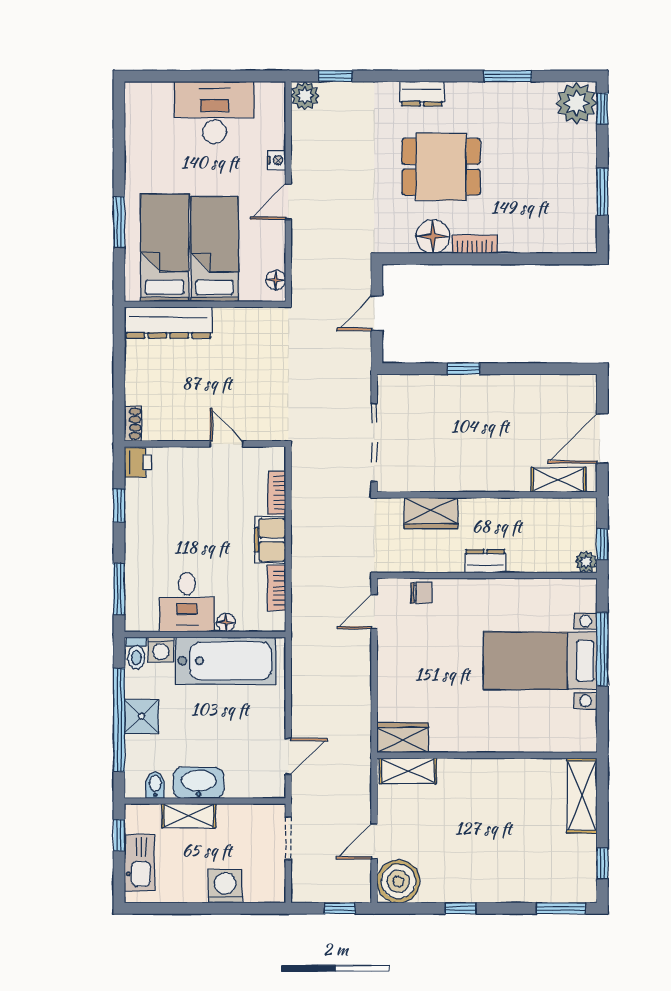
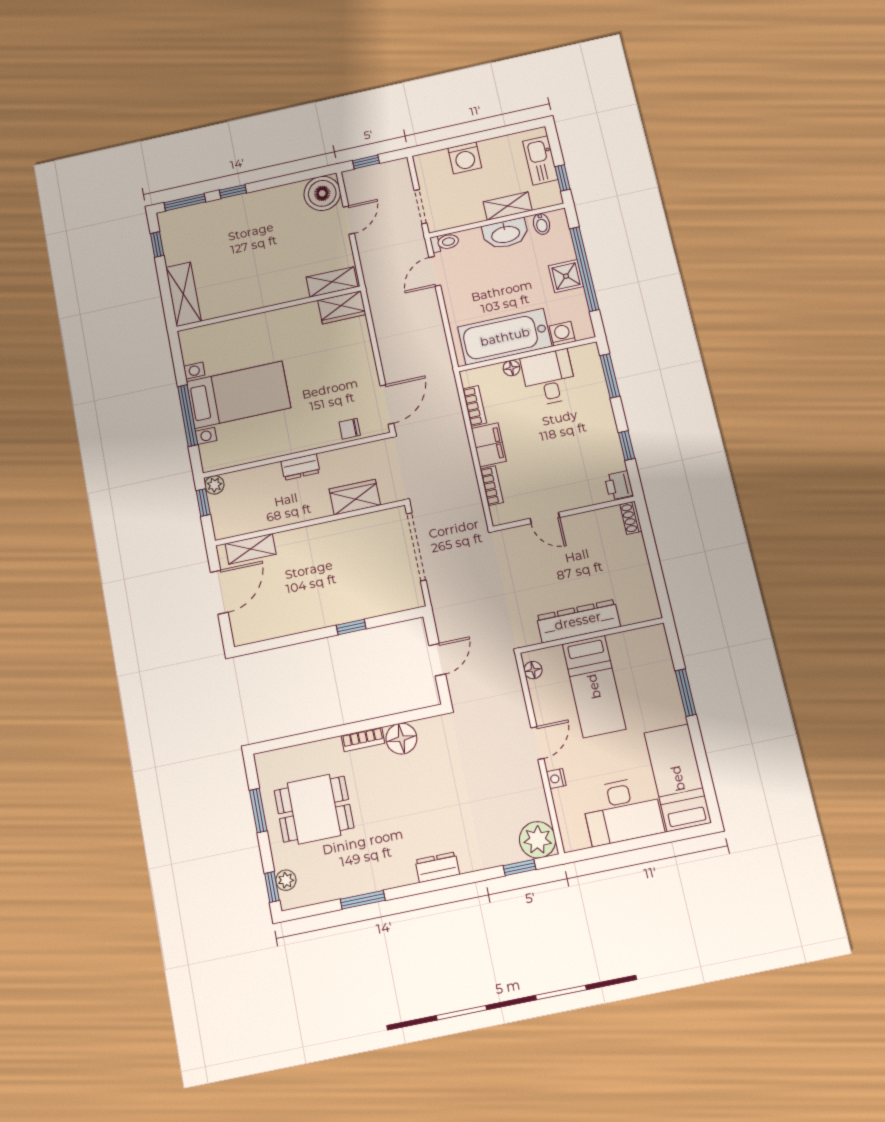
plant: (305, 96) -> (538, 840), width x1.36, depth x1.36
plant: (576, 103) -> (286, 880), width x0.53, depth x0.53
dining table: (441, 167) -> (314, 809), moved
bed: (165, 248) -> (678, 778), moved, turned 180
dresser: (168, 323) -> (578, 621), moved
door: (374, 612) -> (387, 404), width x1.38
toilet: (136, 653) -> (445, 242), moved, turned 90
window: (460, 908) -> (233, 192), moved

